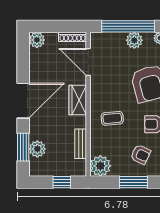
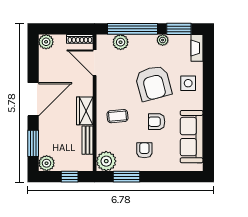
plant: (134, 40) -> (121, 42), moved
wardrobe: (78, 100) -> (85, 111), moved
plant: (37, 149) -> (47, 163), moved
armchair: (141, 154) -> (144, 150), turned -115
window: (133, 182) -> (126, 177), moved

